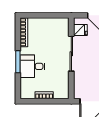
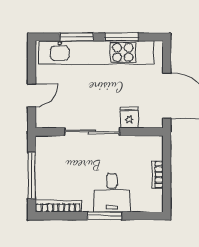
window: (44, 15) -> (32, 175), added
fridge: (80, 30) -> (129, 118), moved

